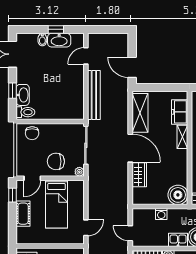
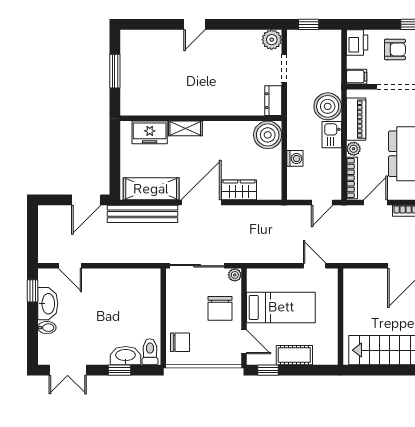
window: (56, 29) -> (33, 291), moved
bench: (94, 95) -> (142, 214), moved

